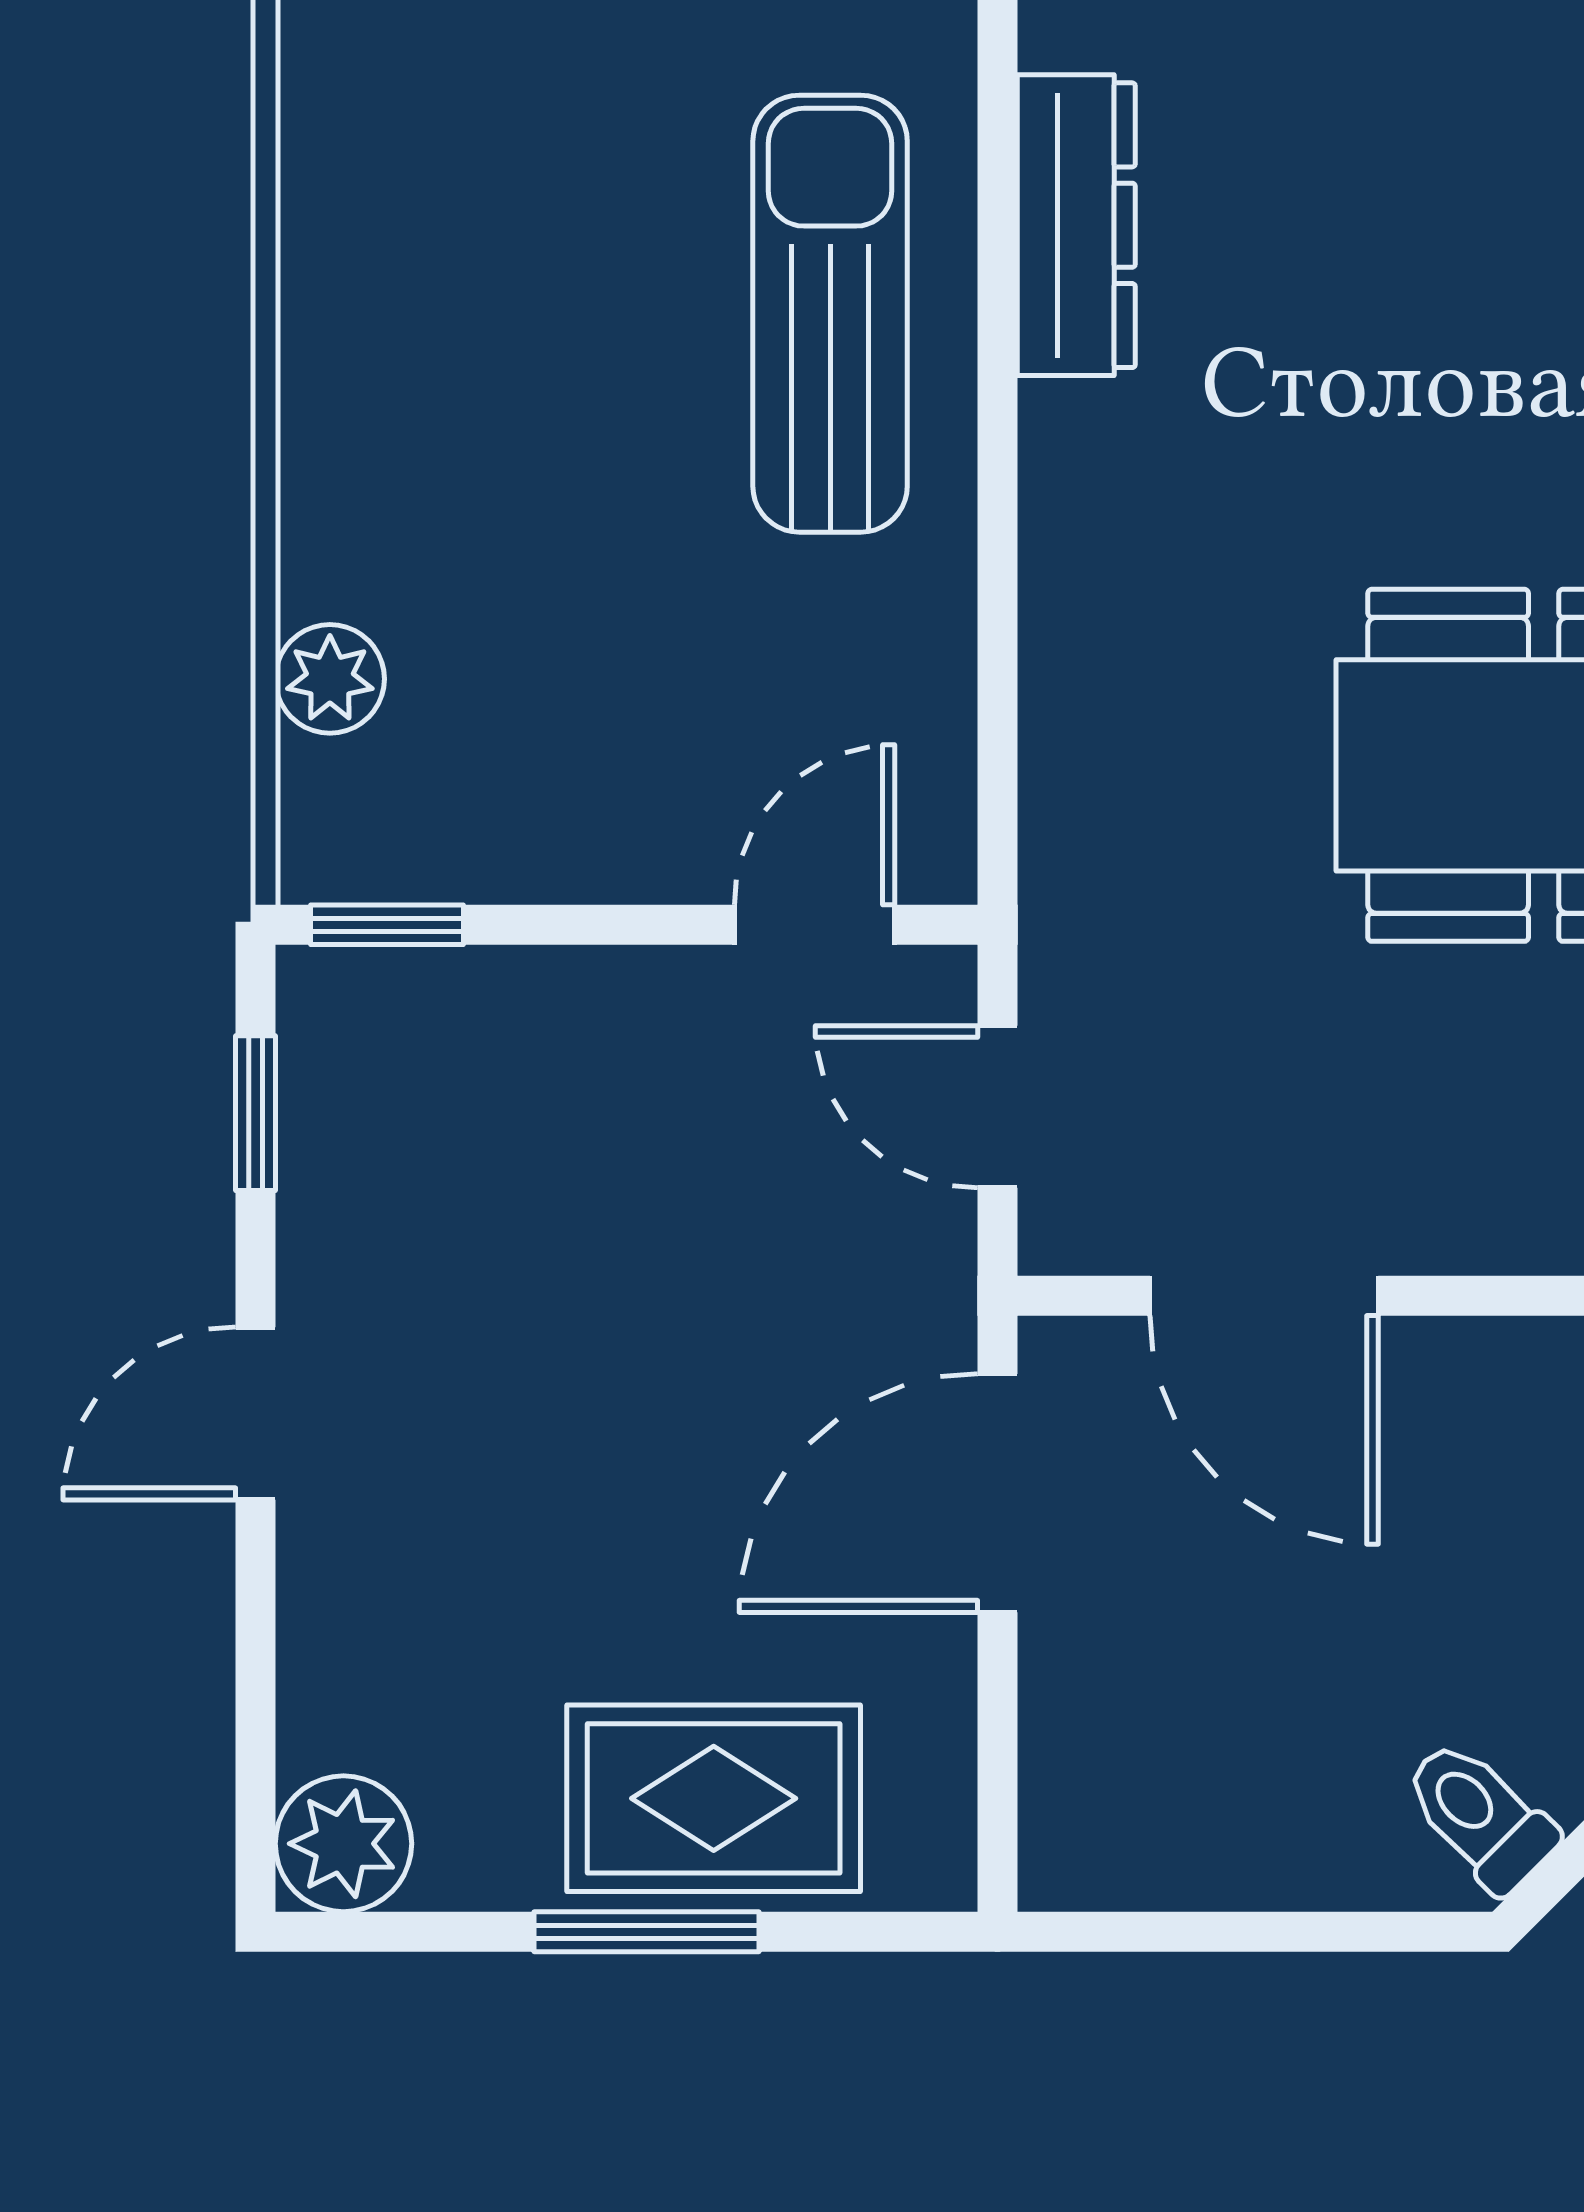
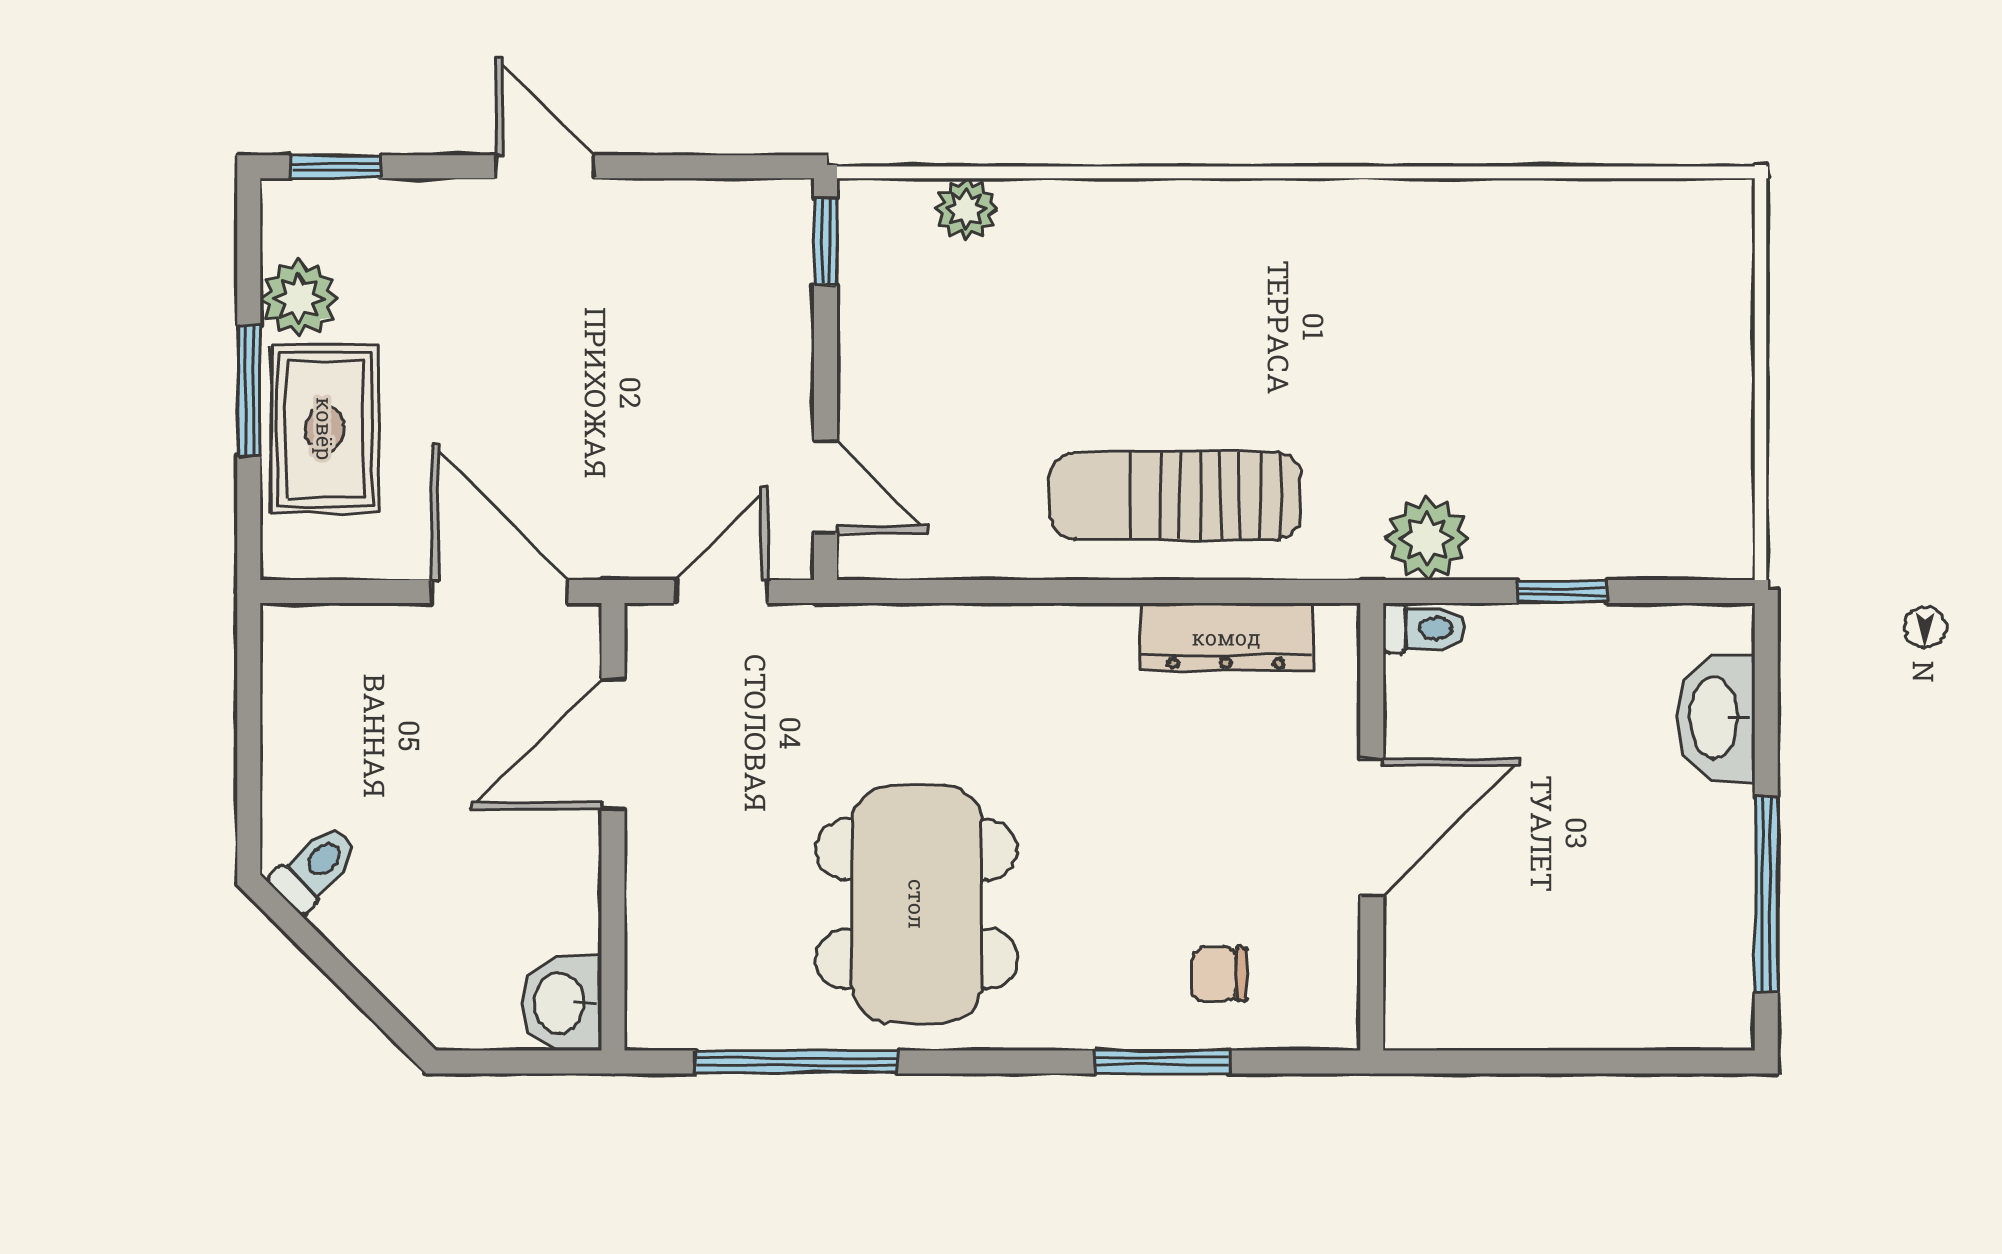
sun lounger: (830, 314) -> (1175, 496), turned 180
window: (256, 1113) -> (336, 167), moved
plant: (343, 1844) -> (299, 298), moved

